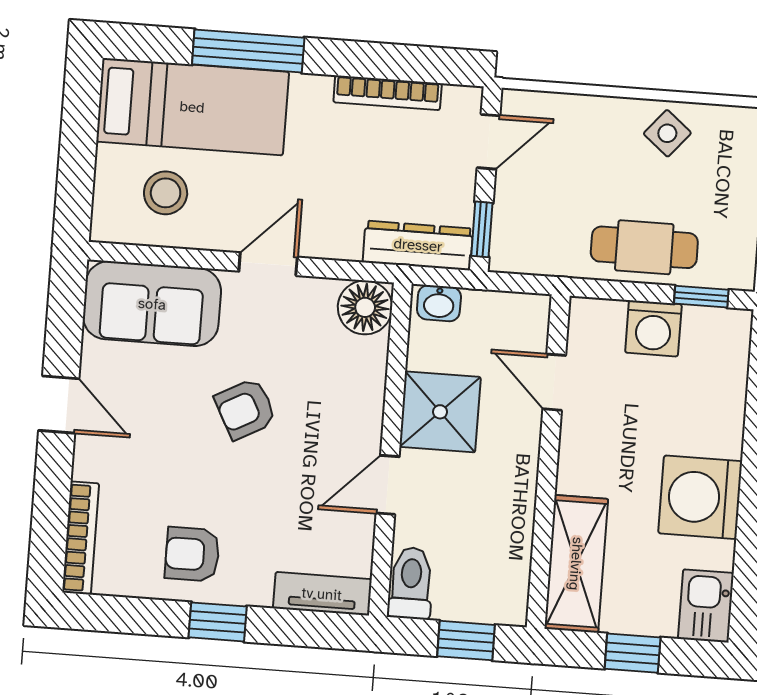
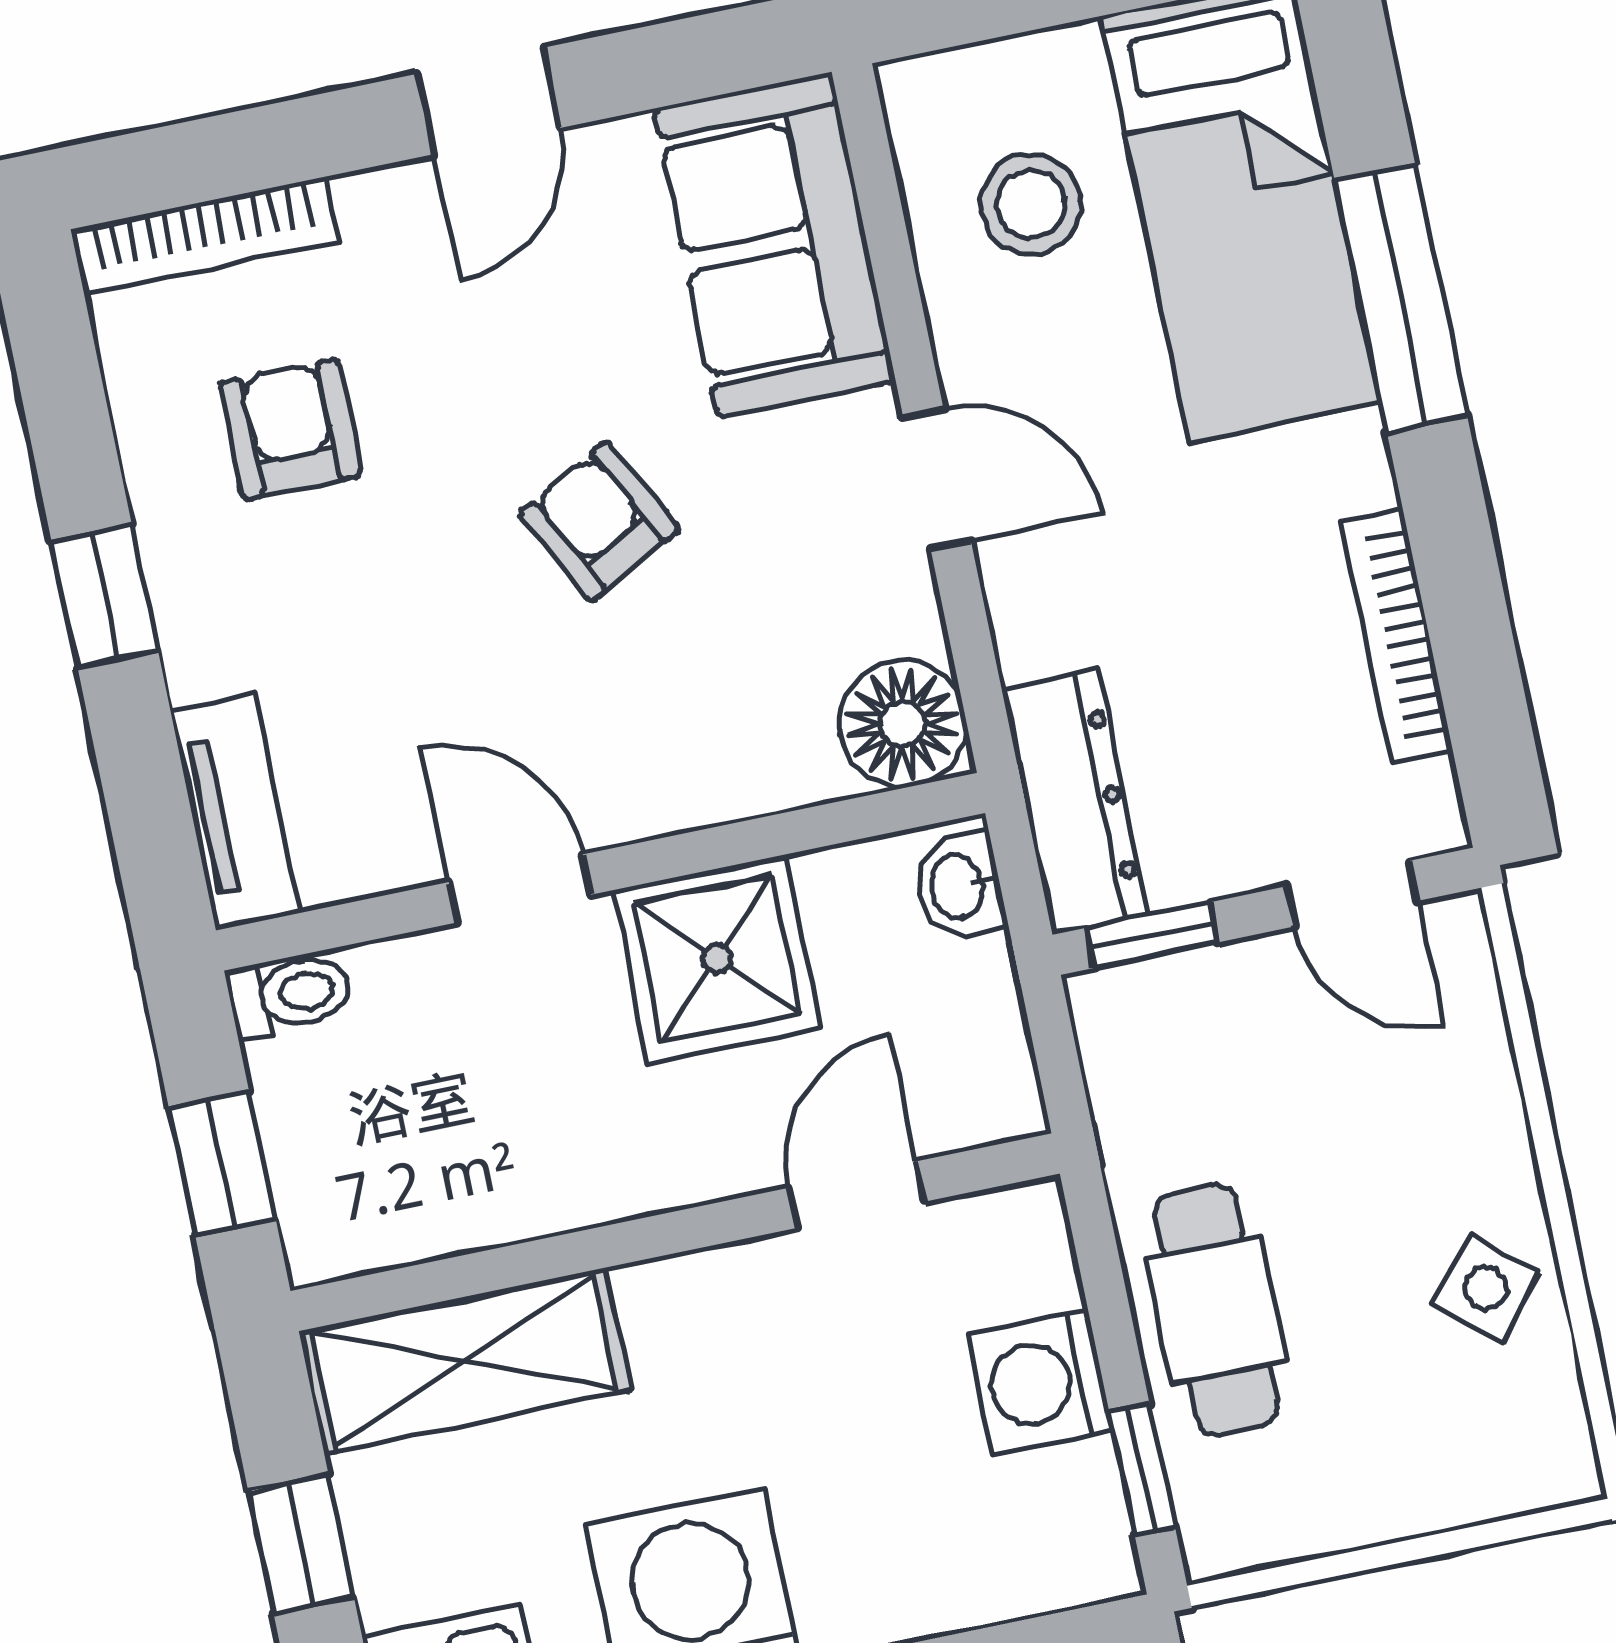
armchair: (192, 554) -> (290, 429), moved
toilet: (411, 583) -> (290, 994), width x0.73, depth x0.72

